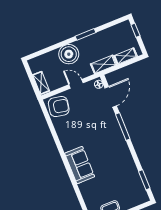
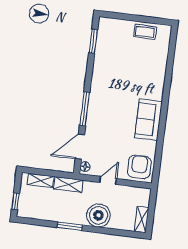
shelving: (41, 83) -> (142, 220), moved
door: (76, 84) -> (108, 180), swing flipped
armchair: (59, 107) -> (139, 167), turned 79
sofa: (80, 165) -> (148, 120), moved

